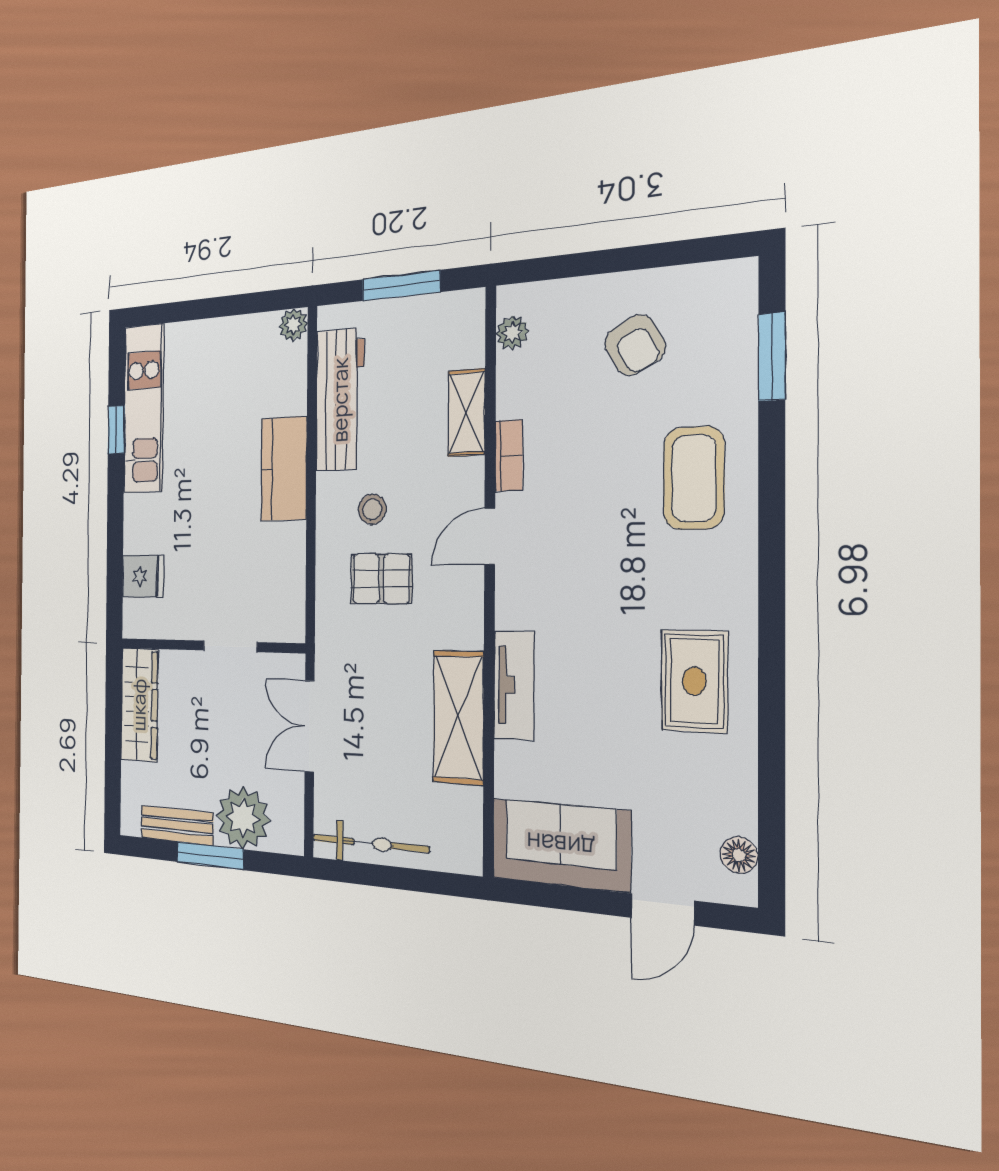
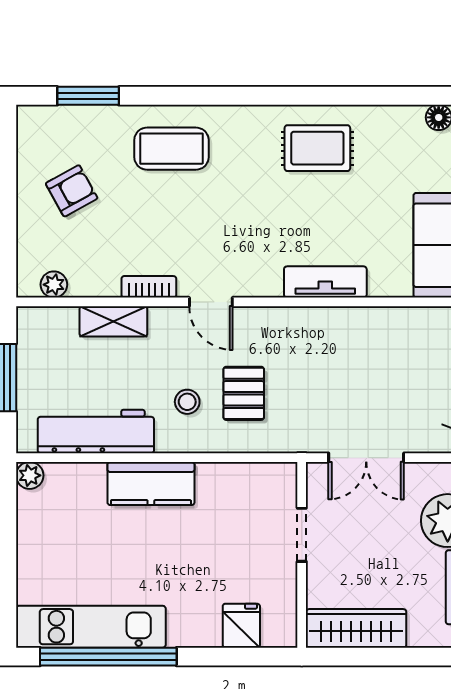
window: (116, 430) -> (108, 657), width x3.17
shelving: (458, 717) -> (352, 327), removed

